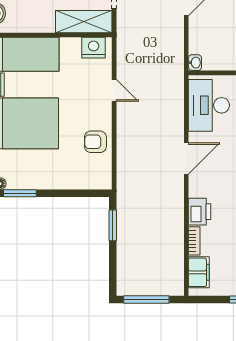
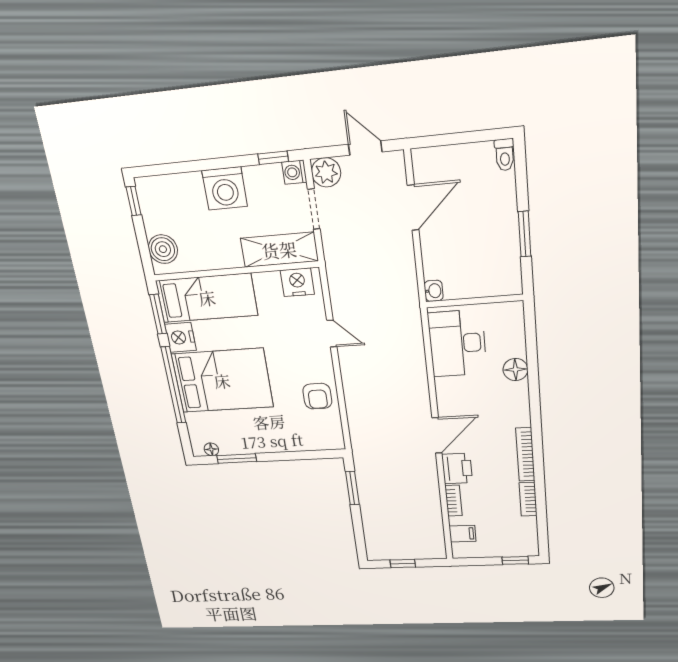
armchair: (95, 142) -> (317, 396), turned -90
door: (186, 158) -> (437, 435), moved
filing cabinet: (199, 272) -> (463, 534), width x0.50
window: (146, 300) -> (403, 564), width x0.46

